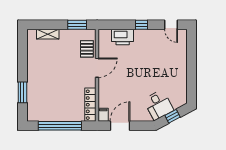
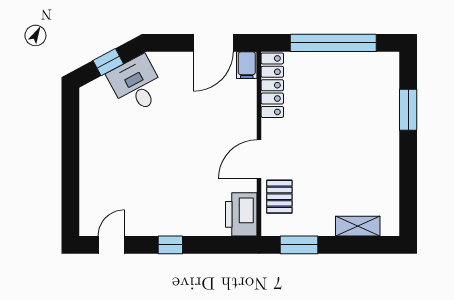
door: (171, 25) -> (111, 245), hinge flipped
printer: (123, 37) -> (241, 214), moved, turned -90

